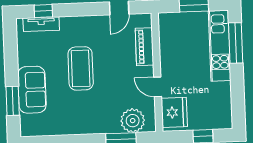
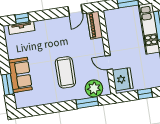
piano: (144, 47) -> (95, 25), moved
coffee table: (81, 68) -> (65, 72), moved

